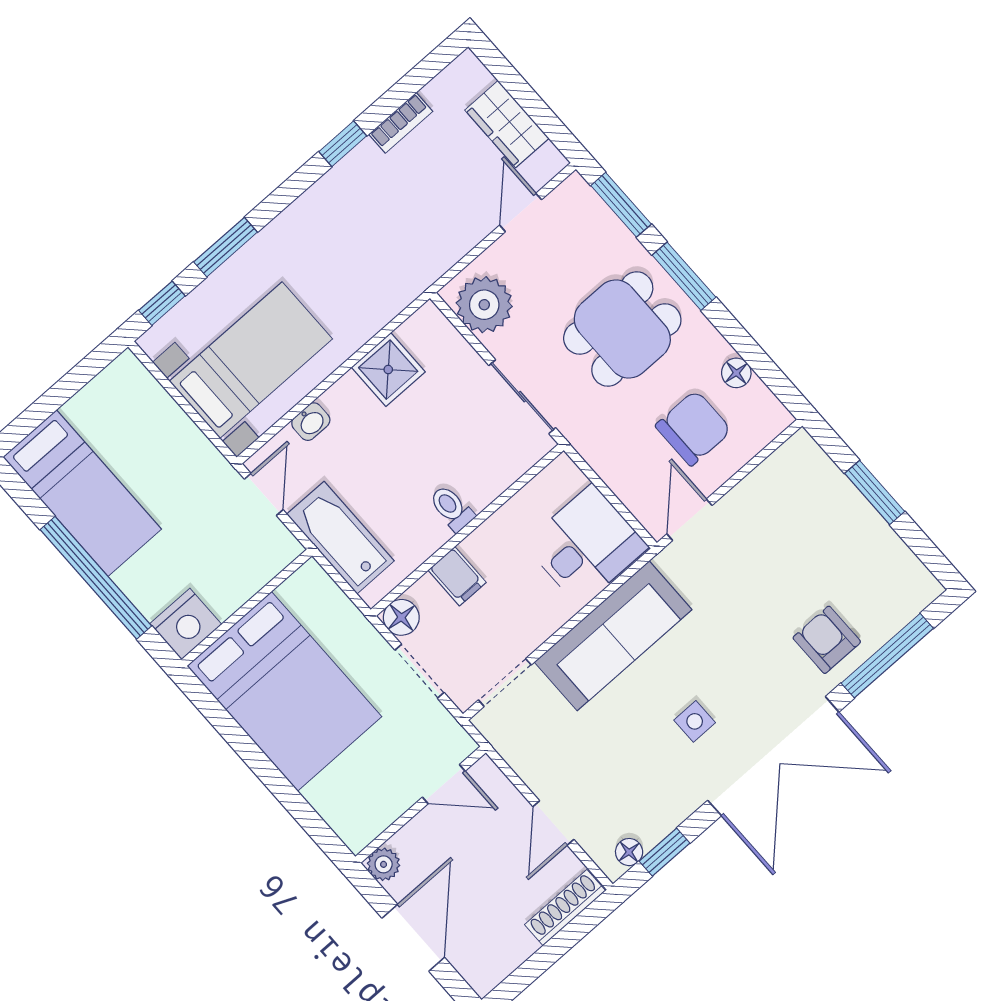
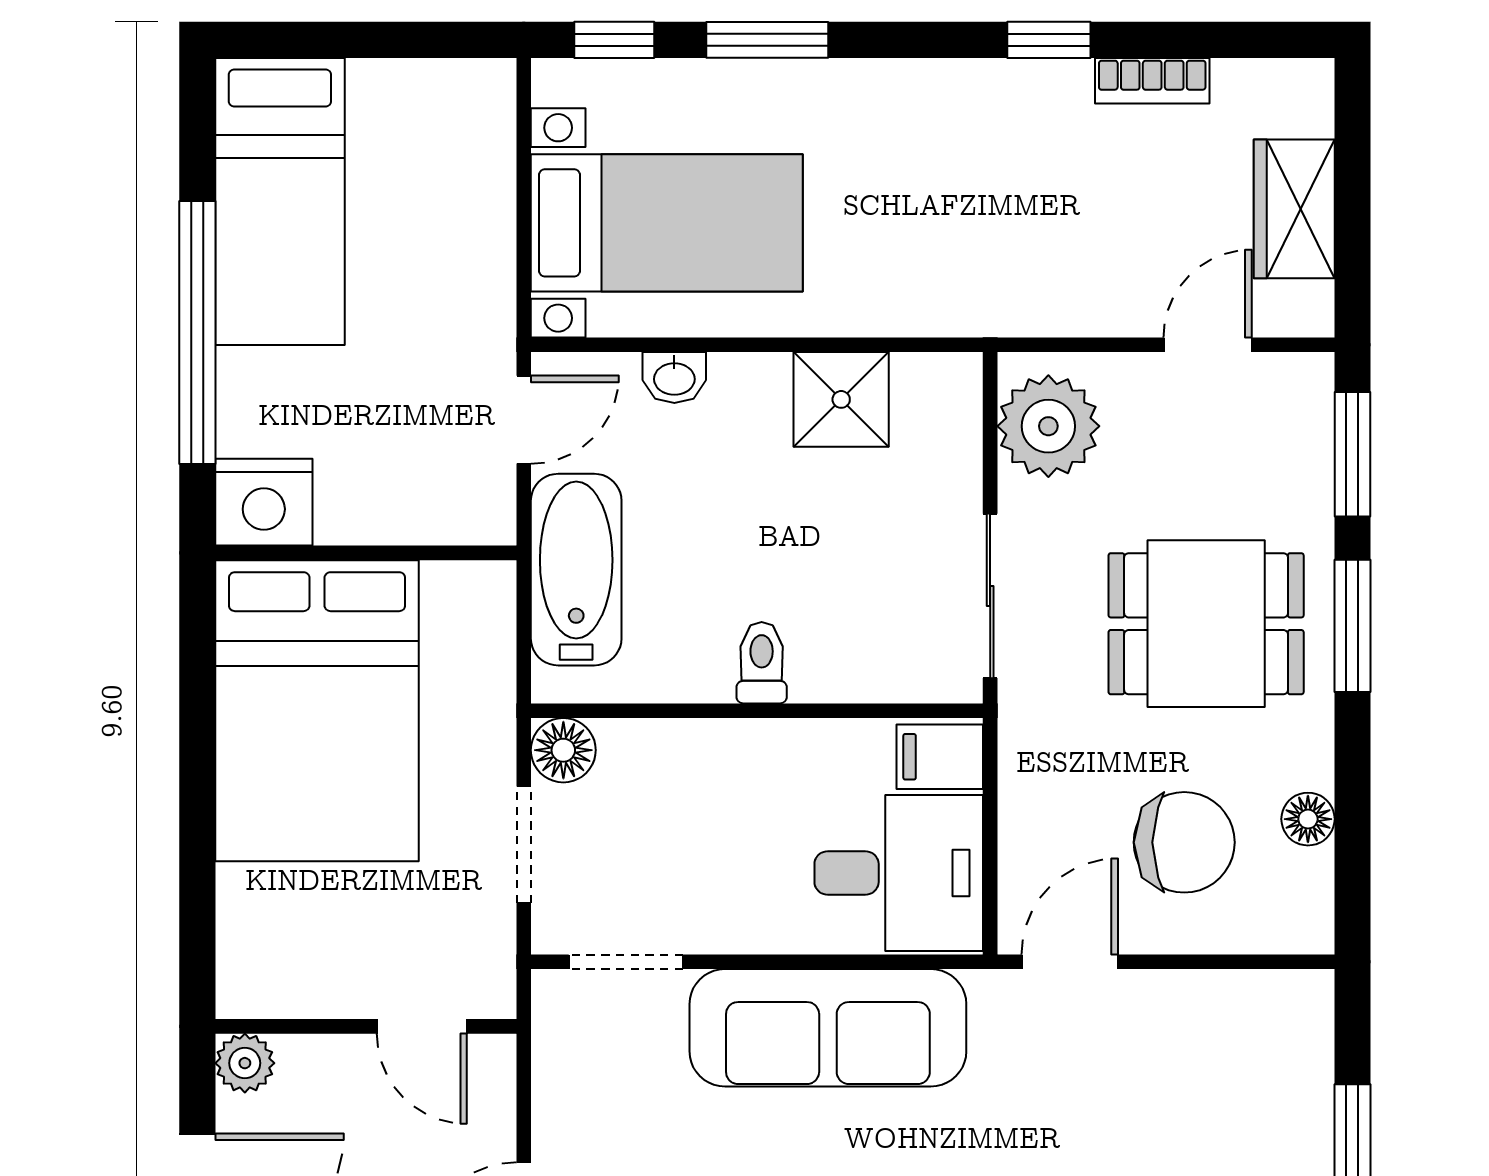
filing cabinet: (457, 576) -> (940, 757), moved, turned 90

